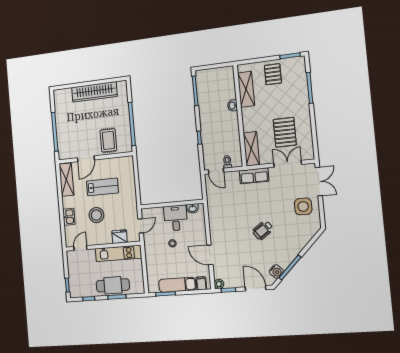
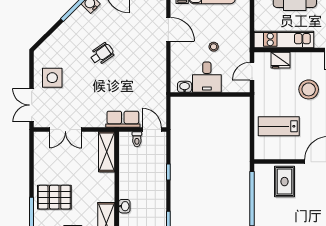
pallet: (285, 132) -> (54, 197), moved, turned 90
row of seats: (254, 176) -> (123, 119), moved
lab bench: (102, 187) -> (279, 126), moved

